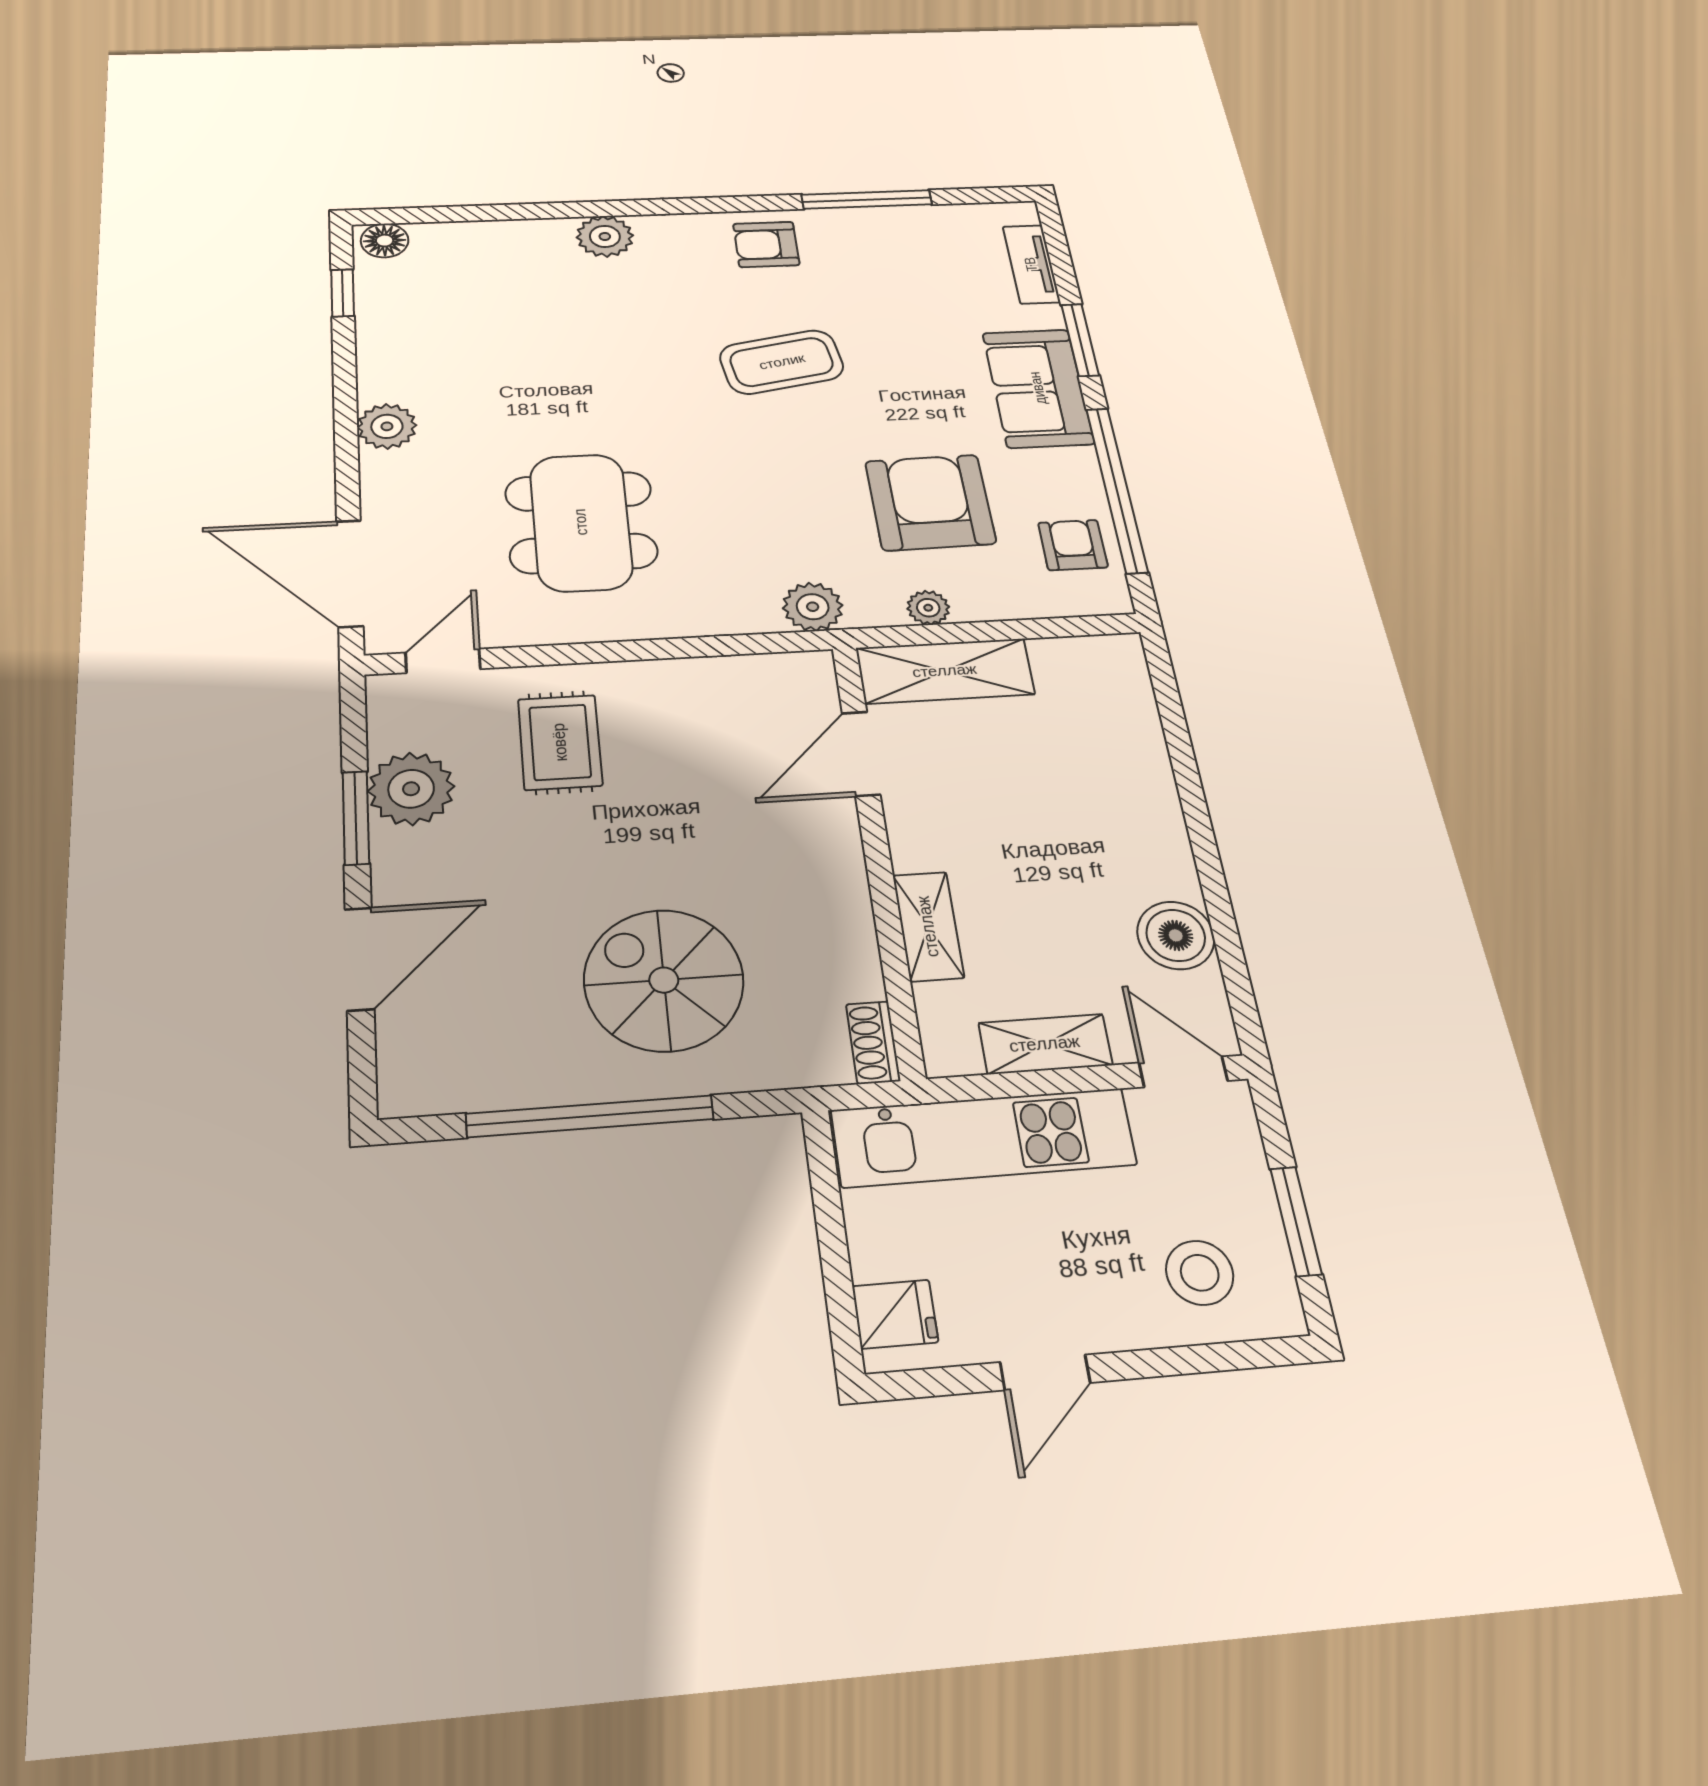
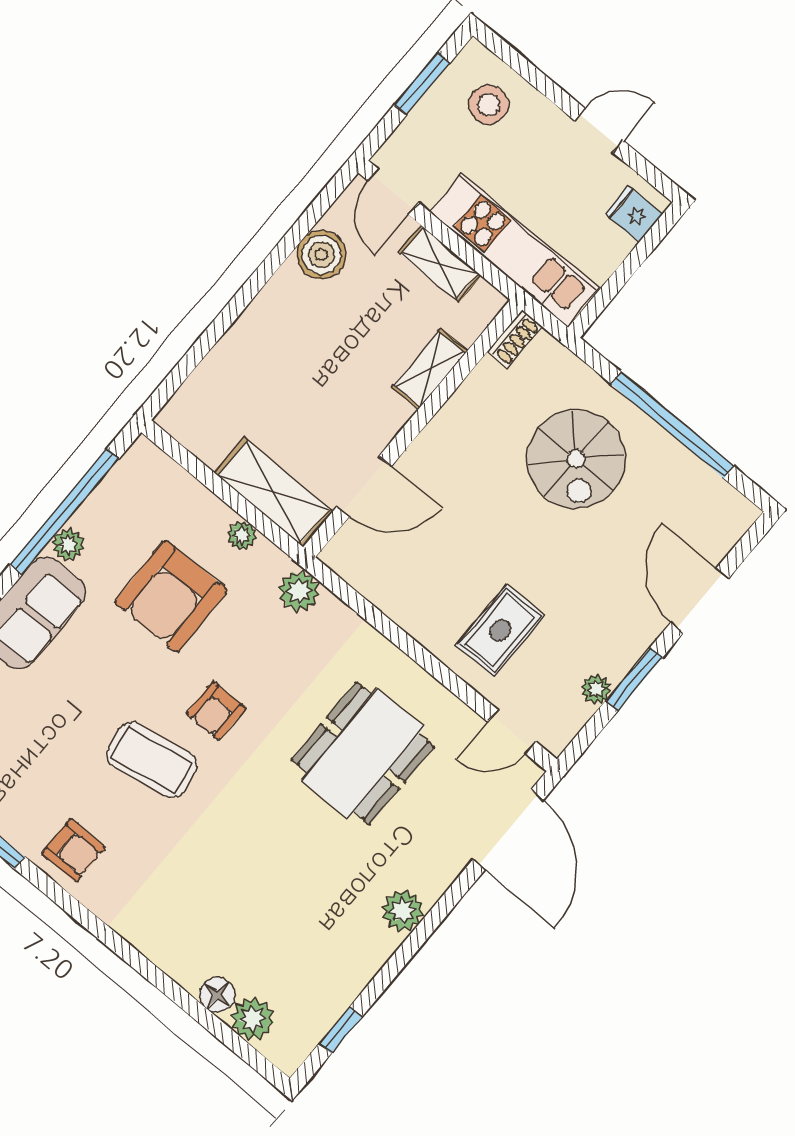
plant: (605, 236) -> (252, 1019), moved
floor lamp: (385, 241) -> (217, 995), moved
plant: (1078, 466) -> (68, 545), added
armchair: (1073, 545) -> (216, 711), moved
plant: (411, 789) -> (596, 689), width x0.53, depth x0.53
door: (359, 959) -> (700, 600), hinge flipped

